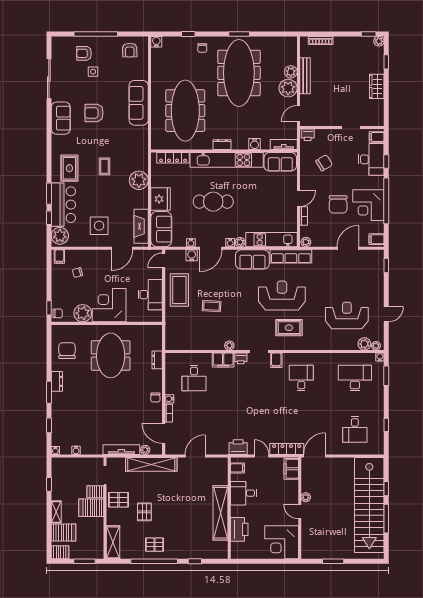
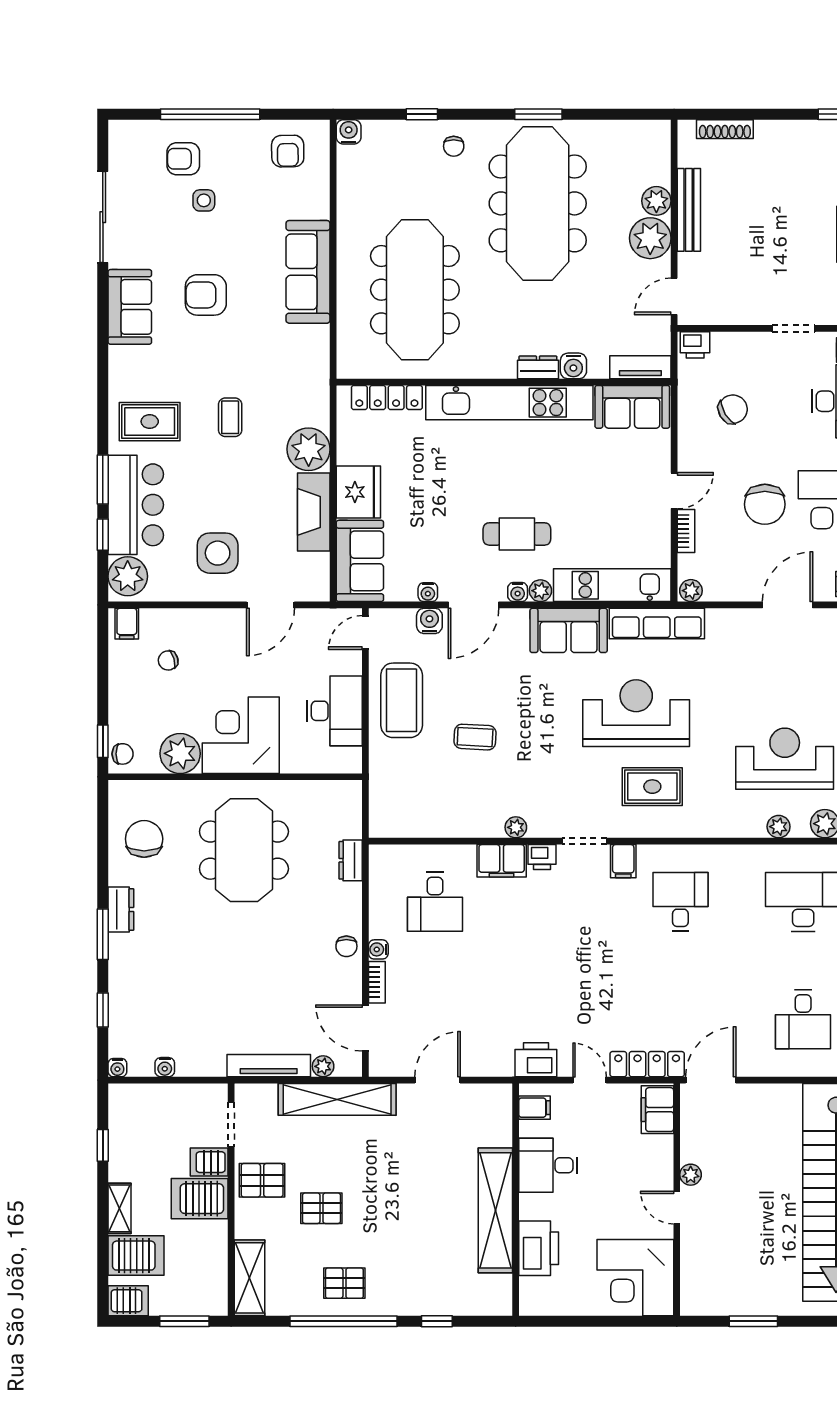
dresser: (222, 145) -> (538, 367), moved
rug: (69, 168) -> (150, 422), turned 90
cafe table: (213, 202) -> (517, 534), moved, width x0.73, depth x0.74
fireplace: (141, 226) -> (314, 512), moved
plant: (344, 345) -> (779, 827), added
pallet: (144, 512) -> (321, 1208), turned 90

